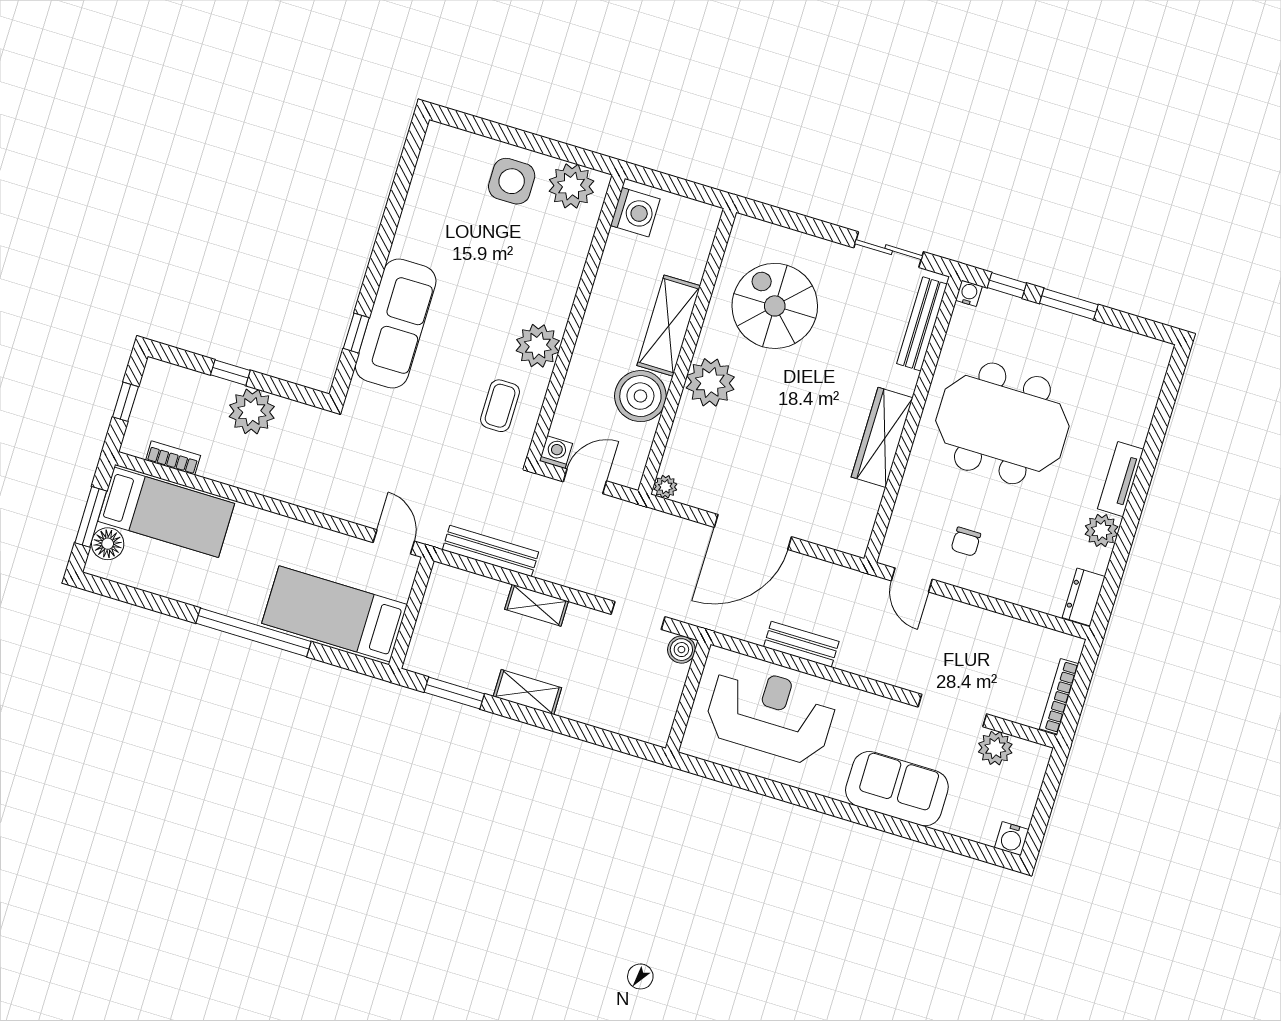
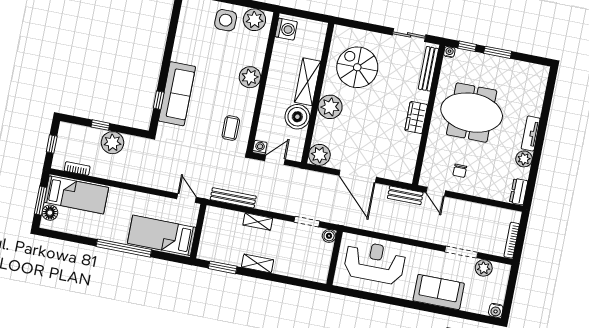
plant: (538, 346) -> (250, 77), moved
wardrobe: (882, 437) -> (416, 118), width x0.67
plant: (665, 487) -> (319, 155), width x1.88, depth x1.88
door: (753, 532) -> (358, 176), hinge flipped
bench: (801, 644) -> (405, 195), moved

